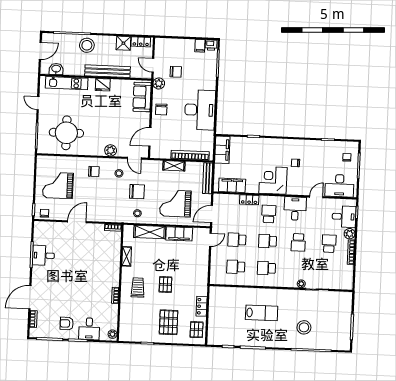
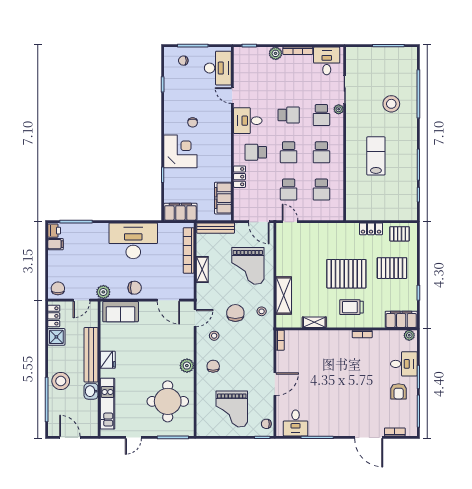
washbasin: (56, 69) -> (91, 391), moved
chair: (176, 72) -> (58, 288), moved
plant: (111, 150) -> (187, 366), moved
corner desk: (273, 180) -> (180, 151), moved, turned 180
desk: (344, 217) -> (327, 61), moved
door: (77, 222) -> (275, 384), swing flipped
filing cabinet: (179, 234) -> (401, 319), moved, turned -90
school desk: (329, 244) -> (321, 115), moved, turned -90
desk: (43, 255) -> (296, 423), moved
pallet: (165, 285) -> (346, 274), width x2.05, depth x2.00

